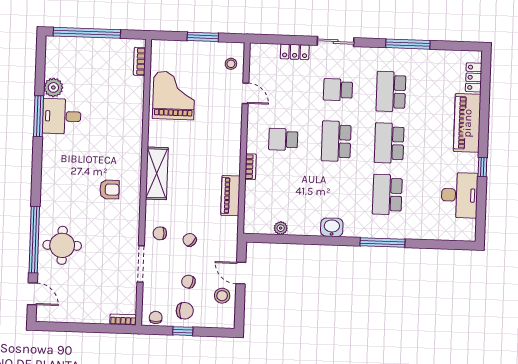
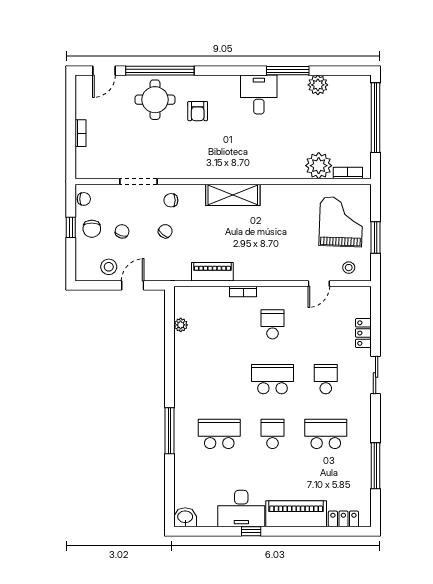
window: (408, 44) -> (376, 466), moved
plant: (131, 89) -> (319, 166), added
grand piano: (174, 96) -> (341, 222), moved, turned -88
desk: (62, 116) -> (259, 95), moved
school desk: (389, 143) -> (272, 434), width x0.54
armchair: (110, 190) -> (198, 111), moved
desk: (460, 195) -> (241, 509), moved
washbasin: (332, 227) -> (185, 517), moved, turned -90
chair: (160, 233) -> (171, 200), turned -90
bookcase: (123, 320) -> (81, 133), moved

